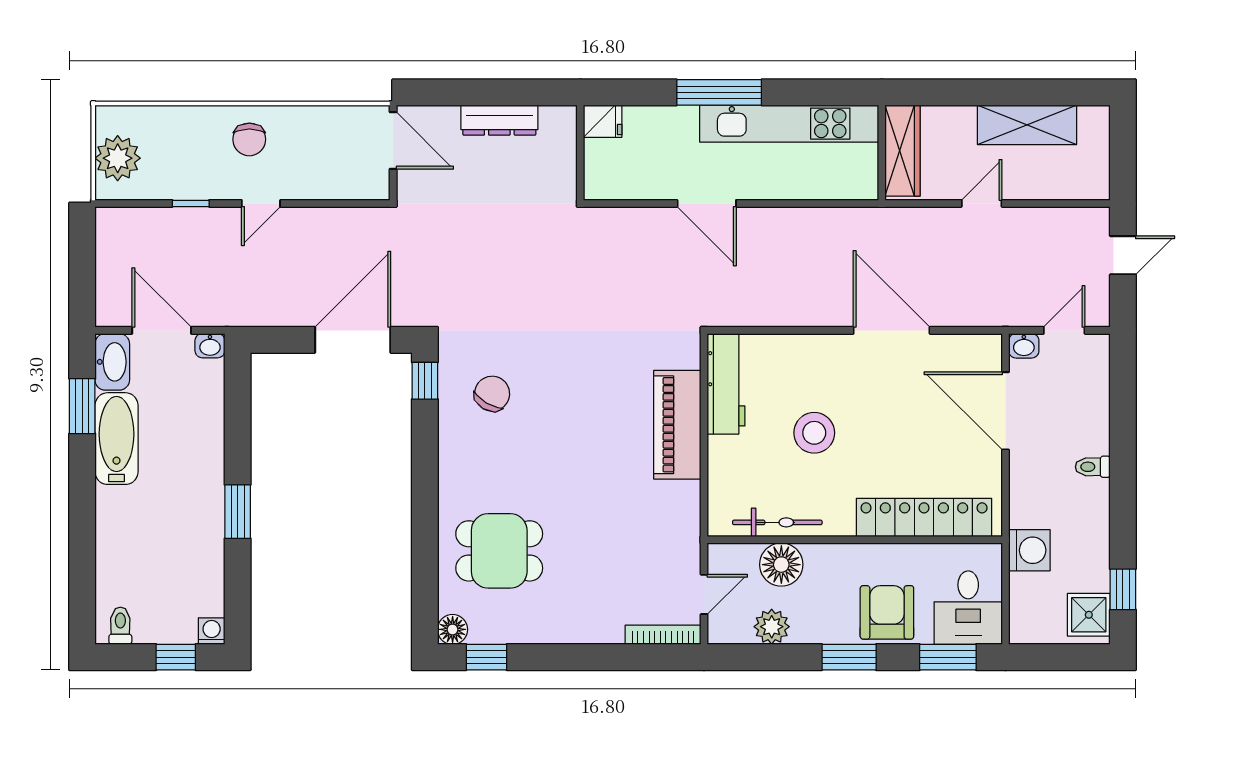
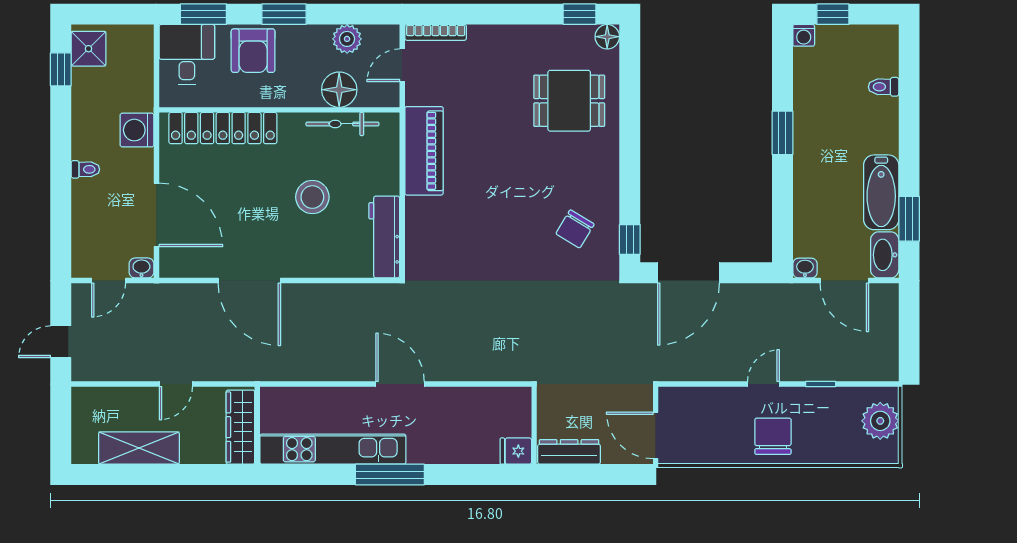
fridge: (603, 121) -> (516, 451), moved
chair: (249, 139) -> (773, 436), width x1.37, depth x1.37
wall: (580, 153) -> (534, 425), moved
piano: (677, 425) -> (424, 151), moved
washing machine: (1029, 550) -> (137, 130), moved
toilet: (120, 626) -> (884, 87), moved, turned 90

